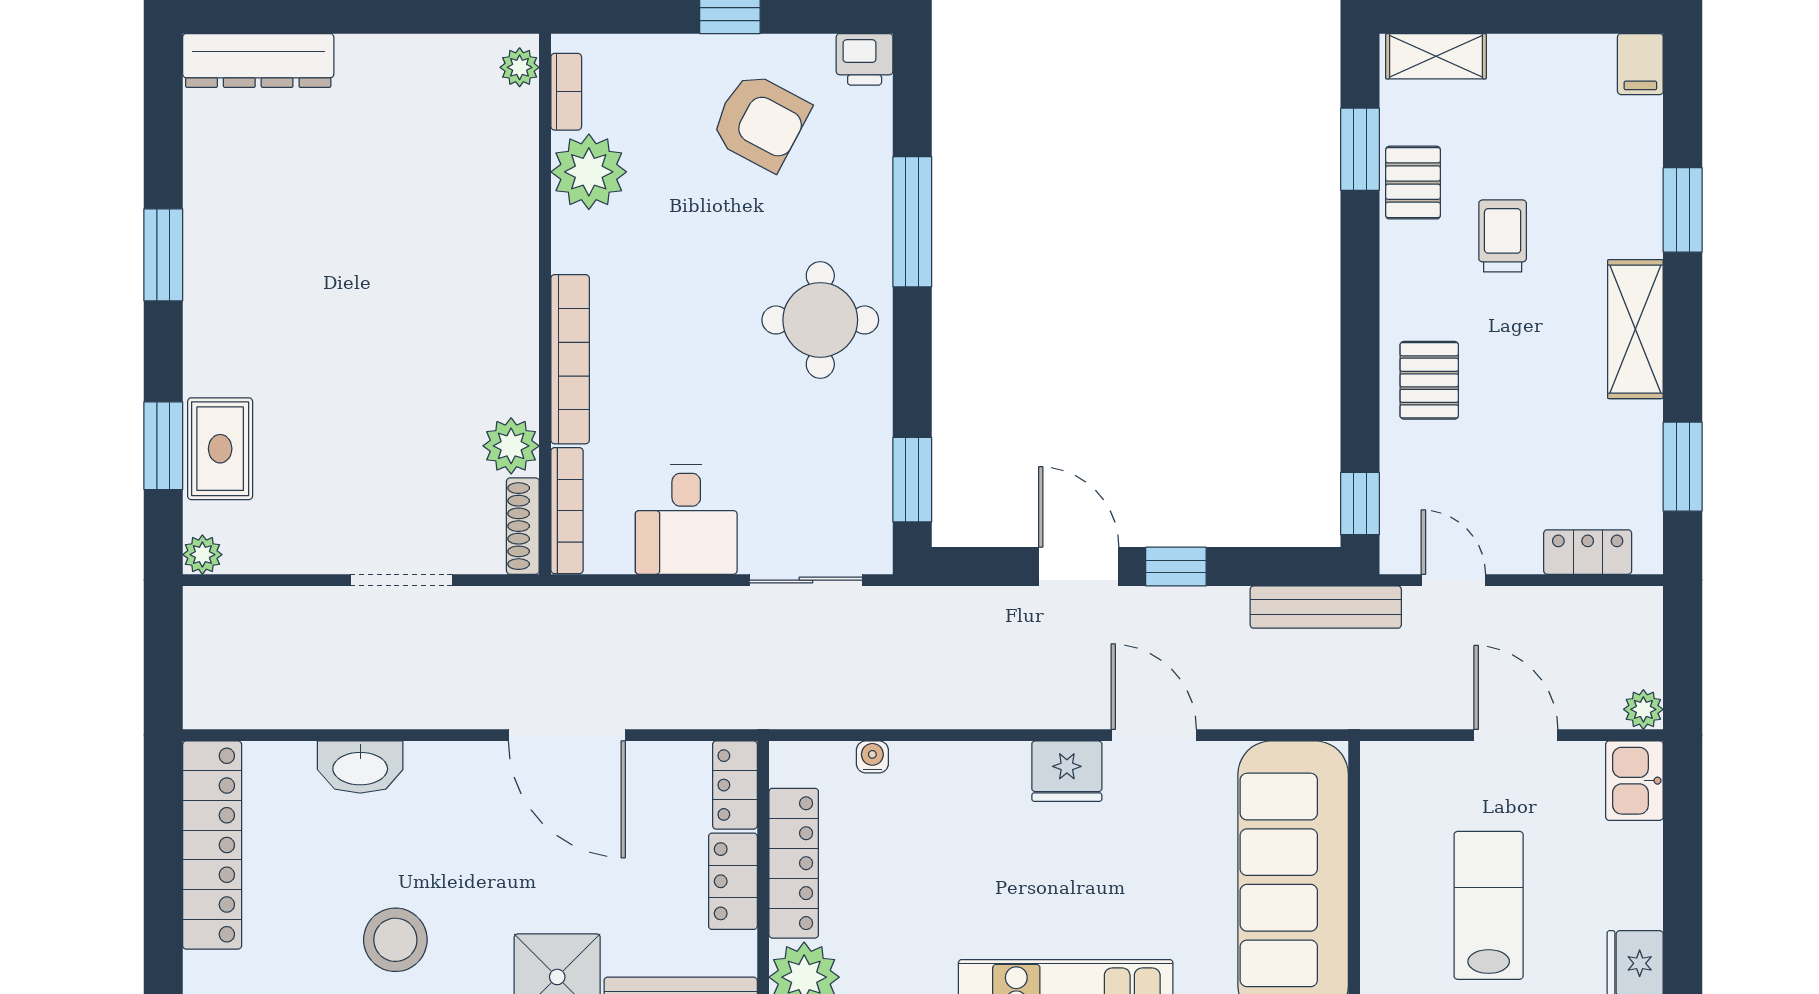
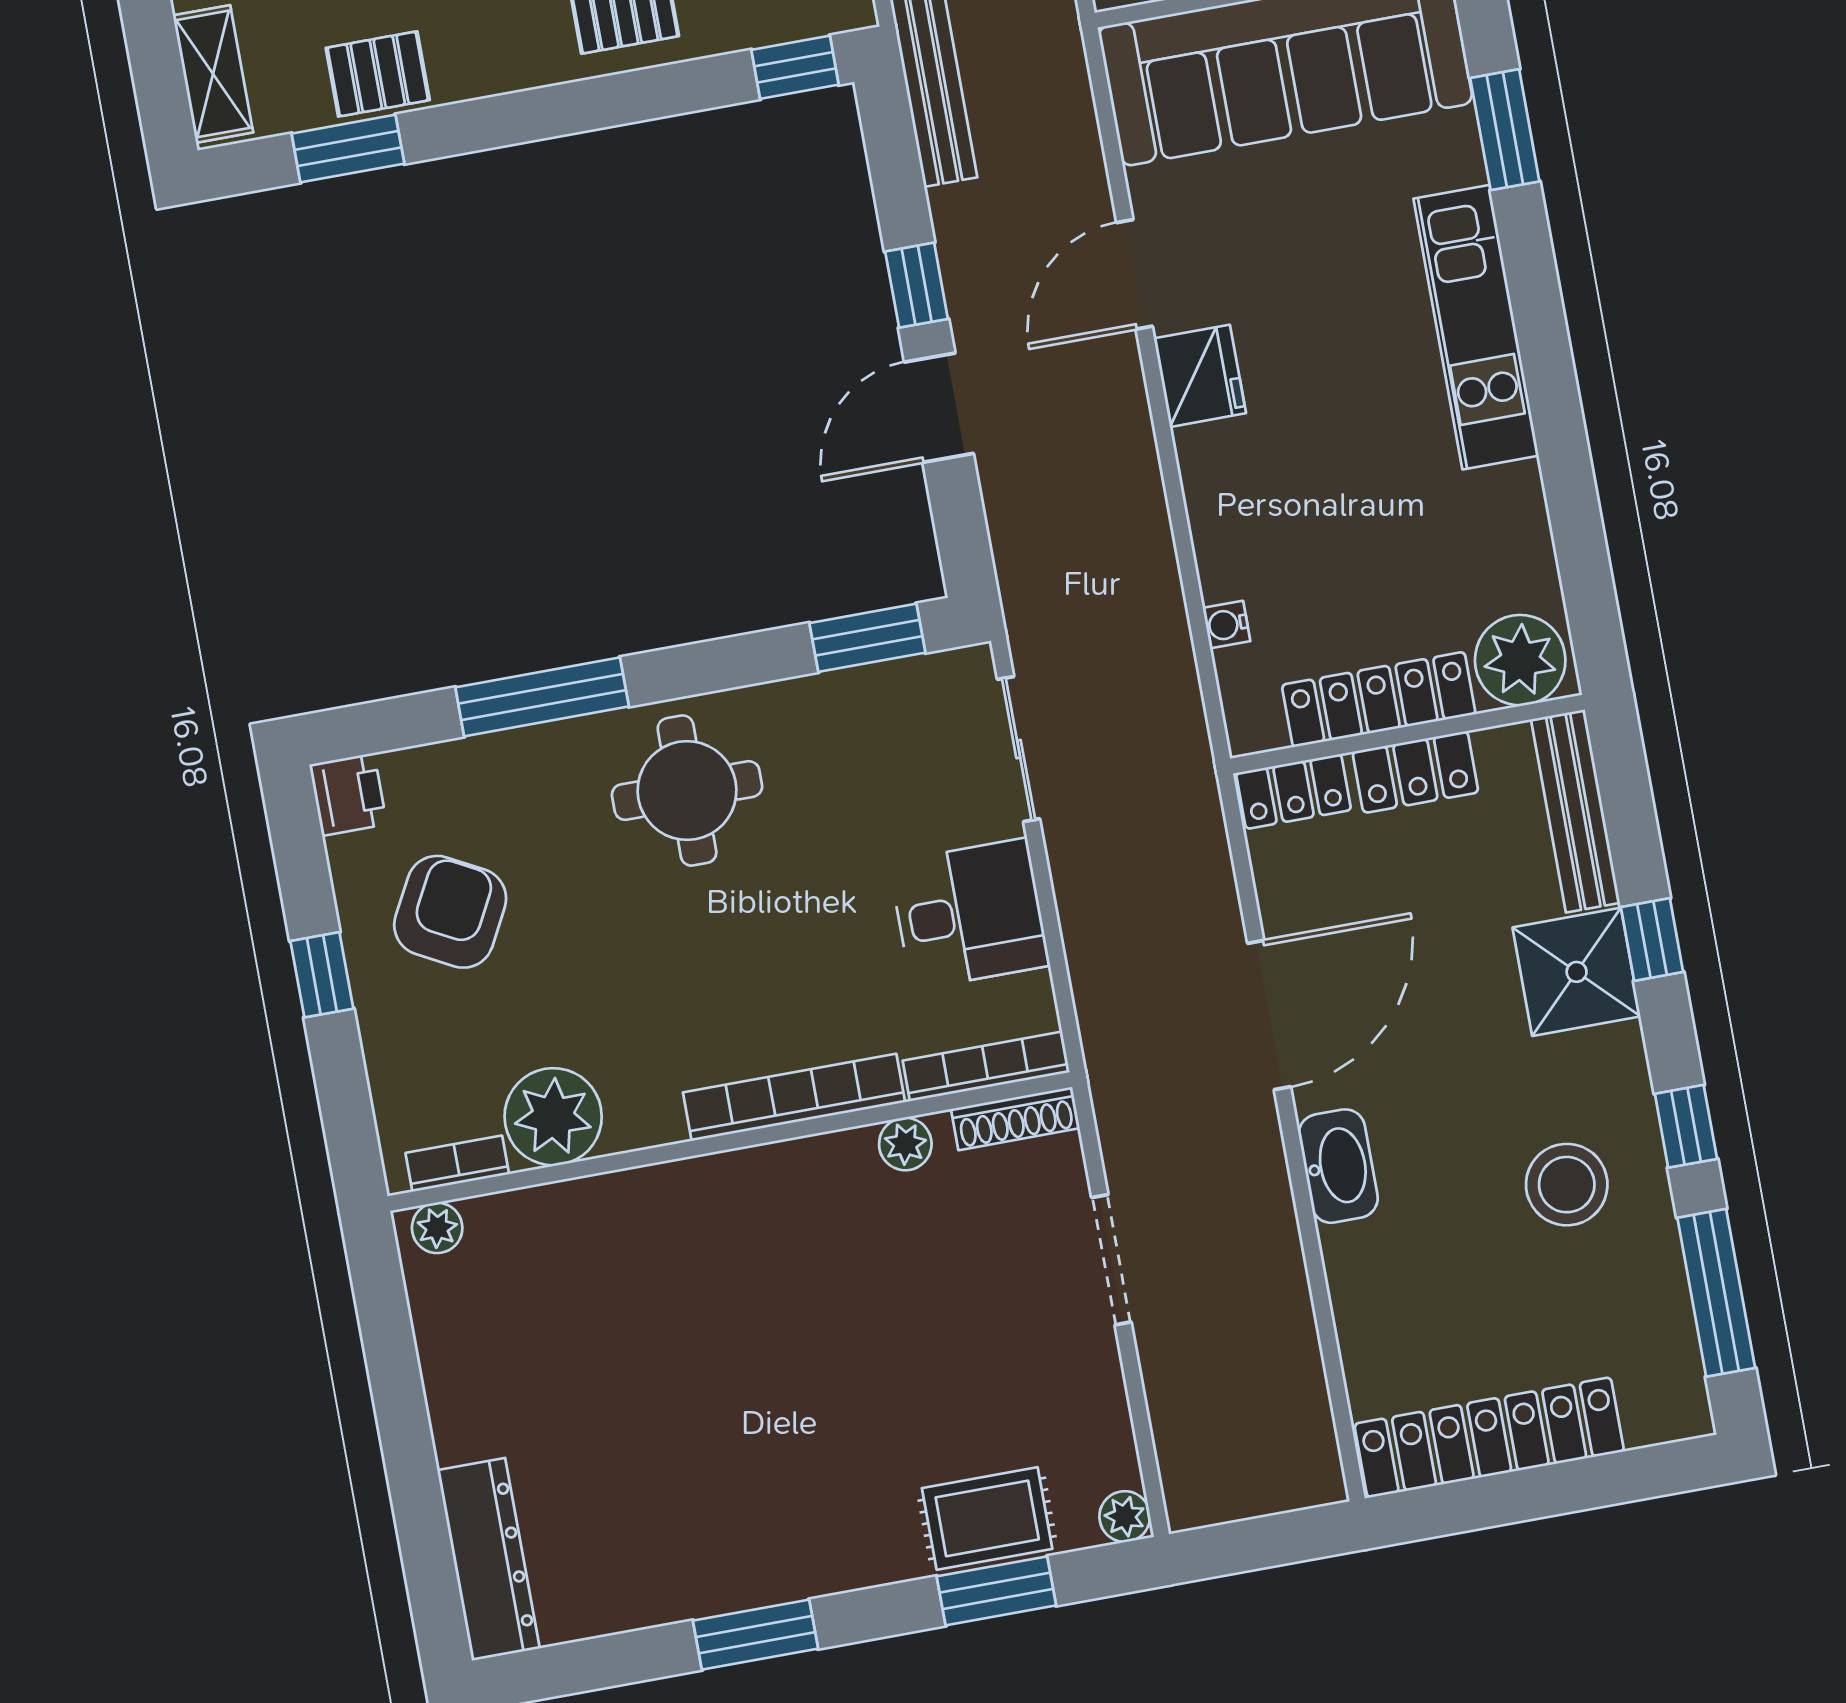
plant: (511, 446) -> (905, 1144), width x0.73, depth x0.73
washbasin: (360, 767) -> (1338, 1166), moved

